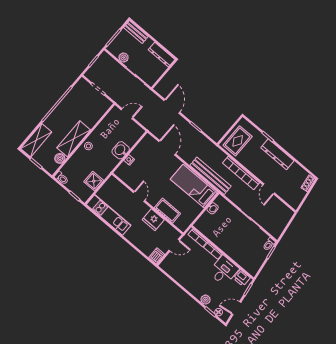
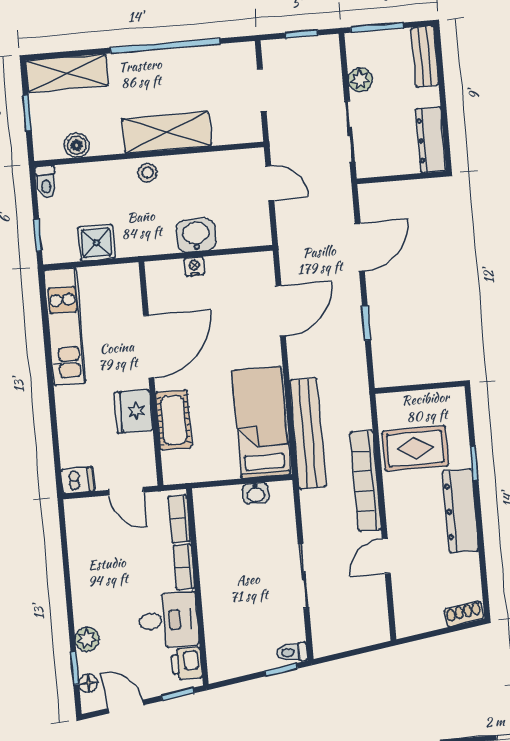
shelving: (74, 139) -> (167, 132), moved
rug: (238, 141) -> (415, 448), moved
door: (139, 196) -> (149, 347), width x1.87

